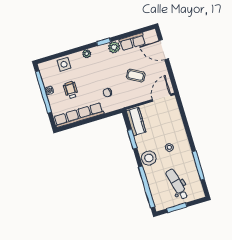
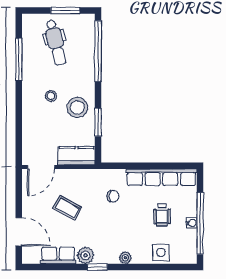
kitchen counter: (136, 121) -> (76, 156), moved, turned 90
stool: (149, 158) -> (77, 107), moved

